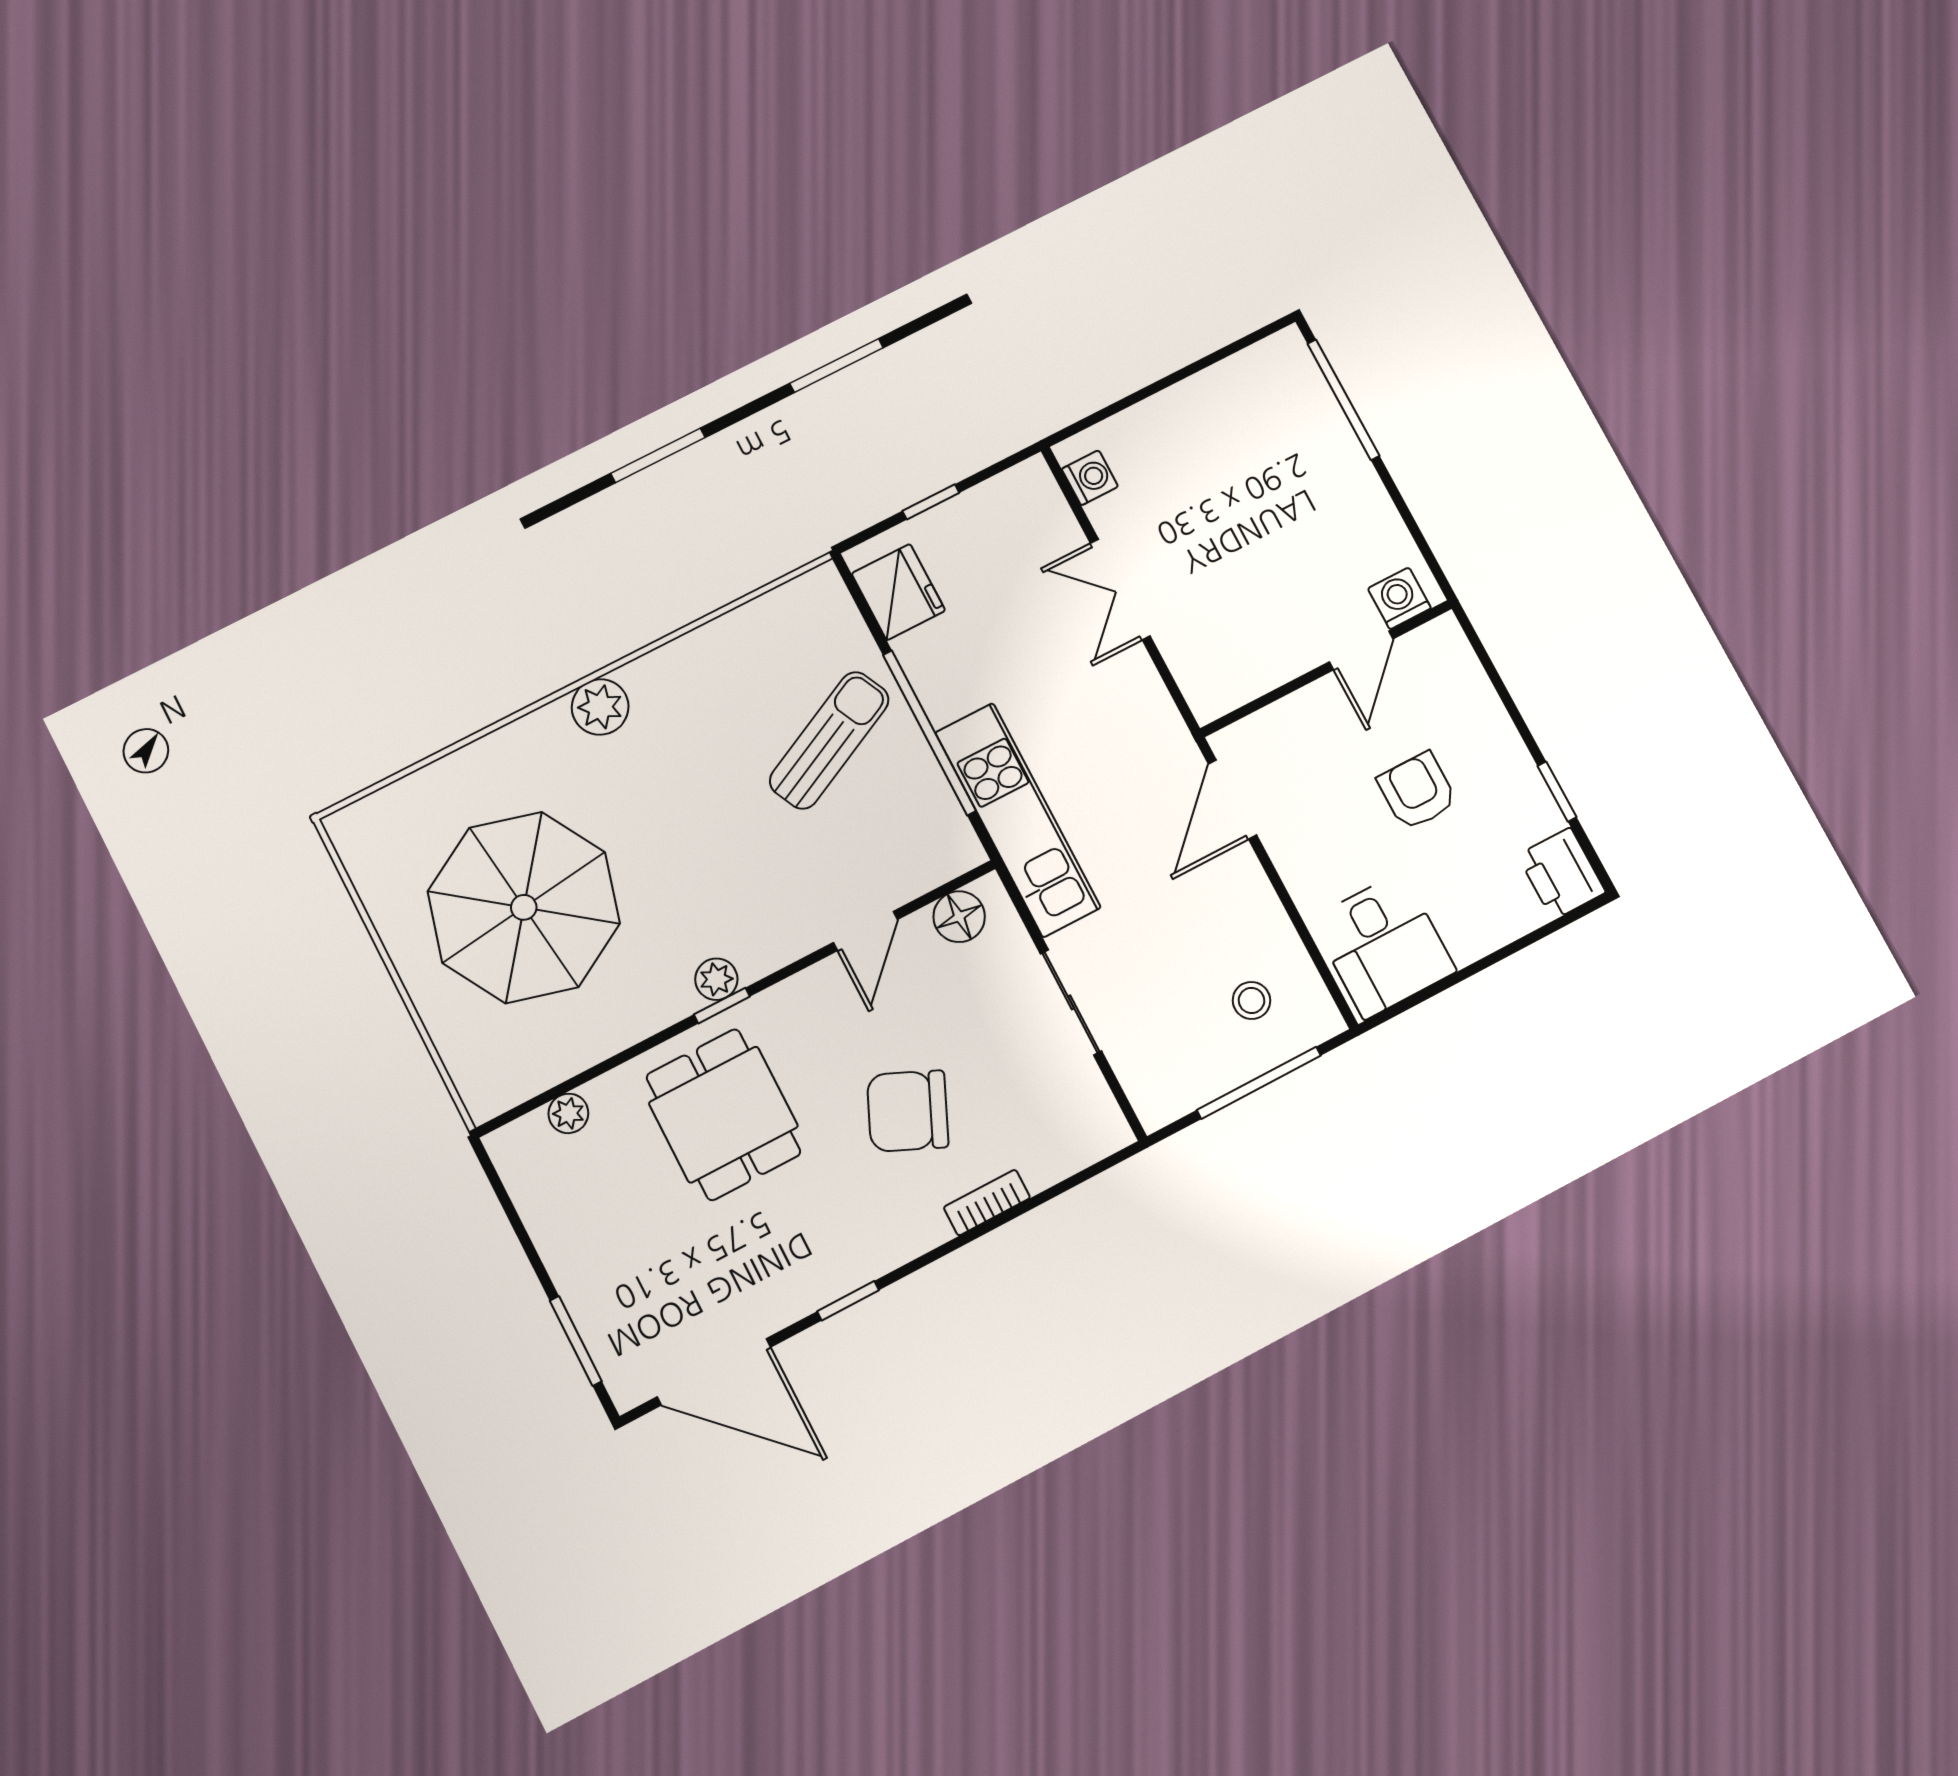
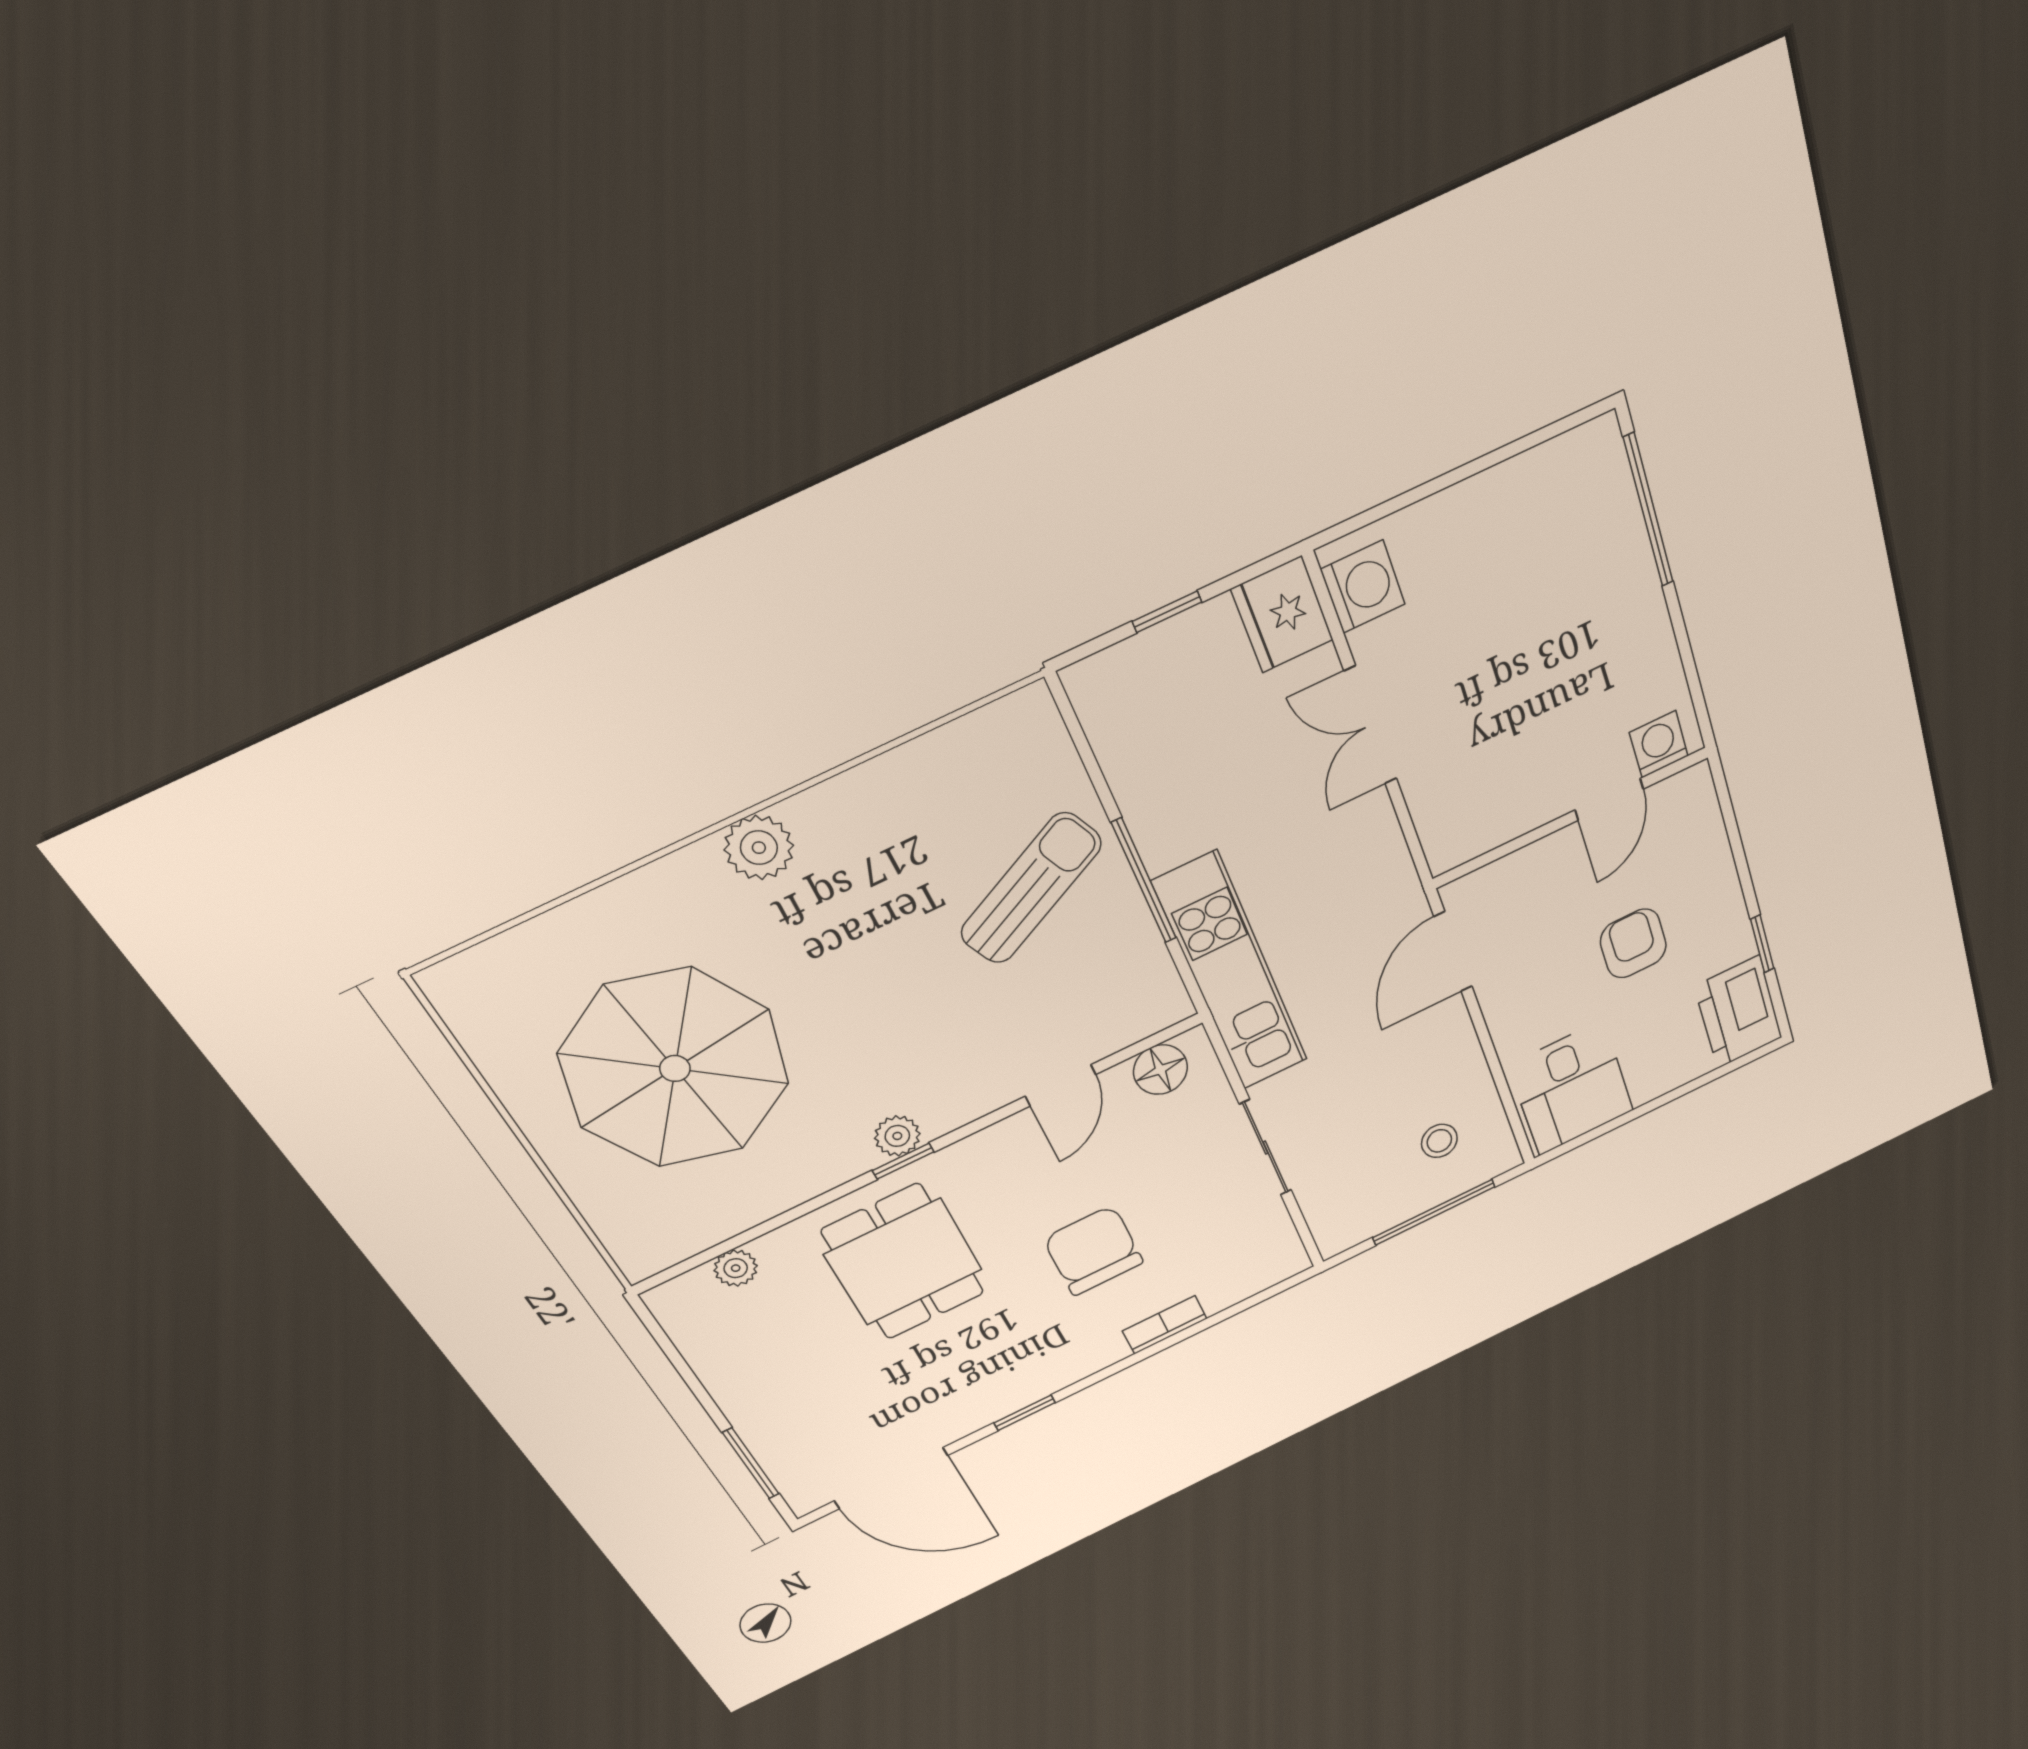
washing machine: (1090, 478) -> (1363, 587), width x1.38, depth x1.38
fridge: (898, 592) -> (1282, 614), moved, turned 180
window: (929, 733) -> (1144, 881), width x0.68
printer: (1562, 874) -> (1738, 1012), width x1.37, depth x1.19
chair: (908, 1111) -> (1093, 1251), turned 66

